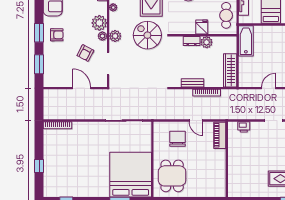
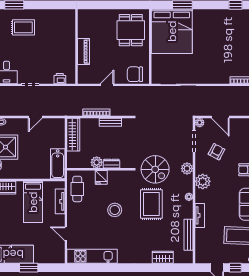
plant: (102, 36) -> (200, 123), moved
door: (196, 121) -> (107, 85), hinge flipped
piano: (220, 135) -> (83, 52), moved
chair: (177, 139) -> (135, 74), moved, turned 90

